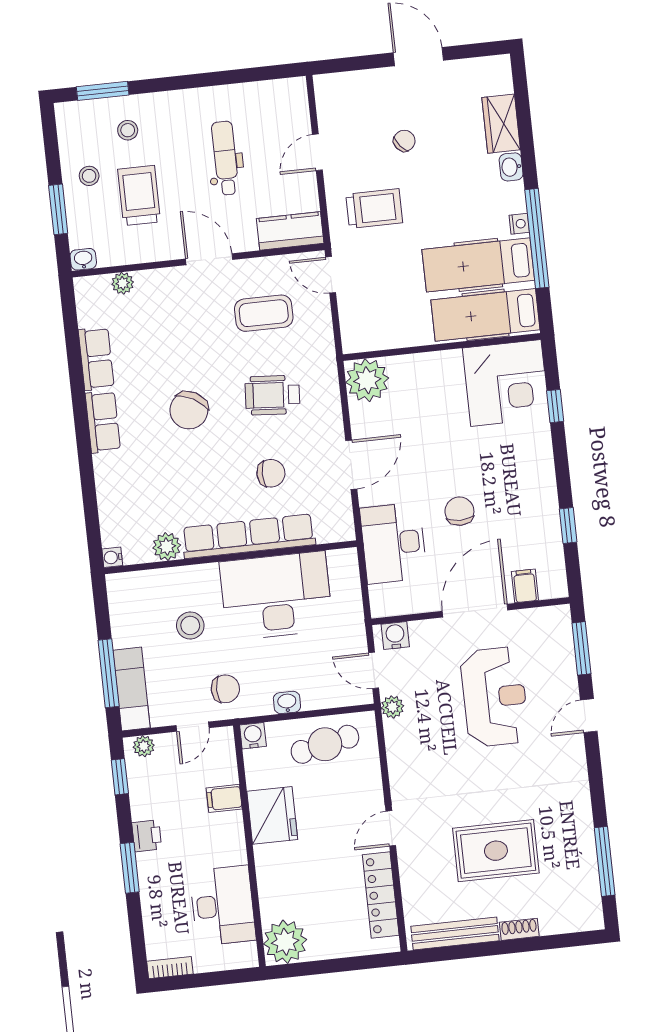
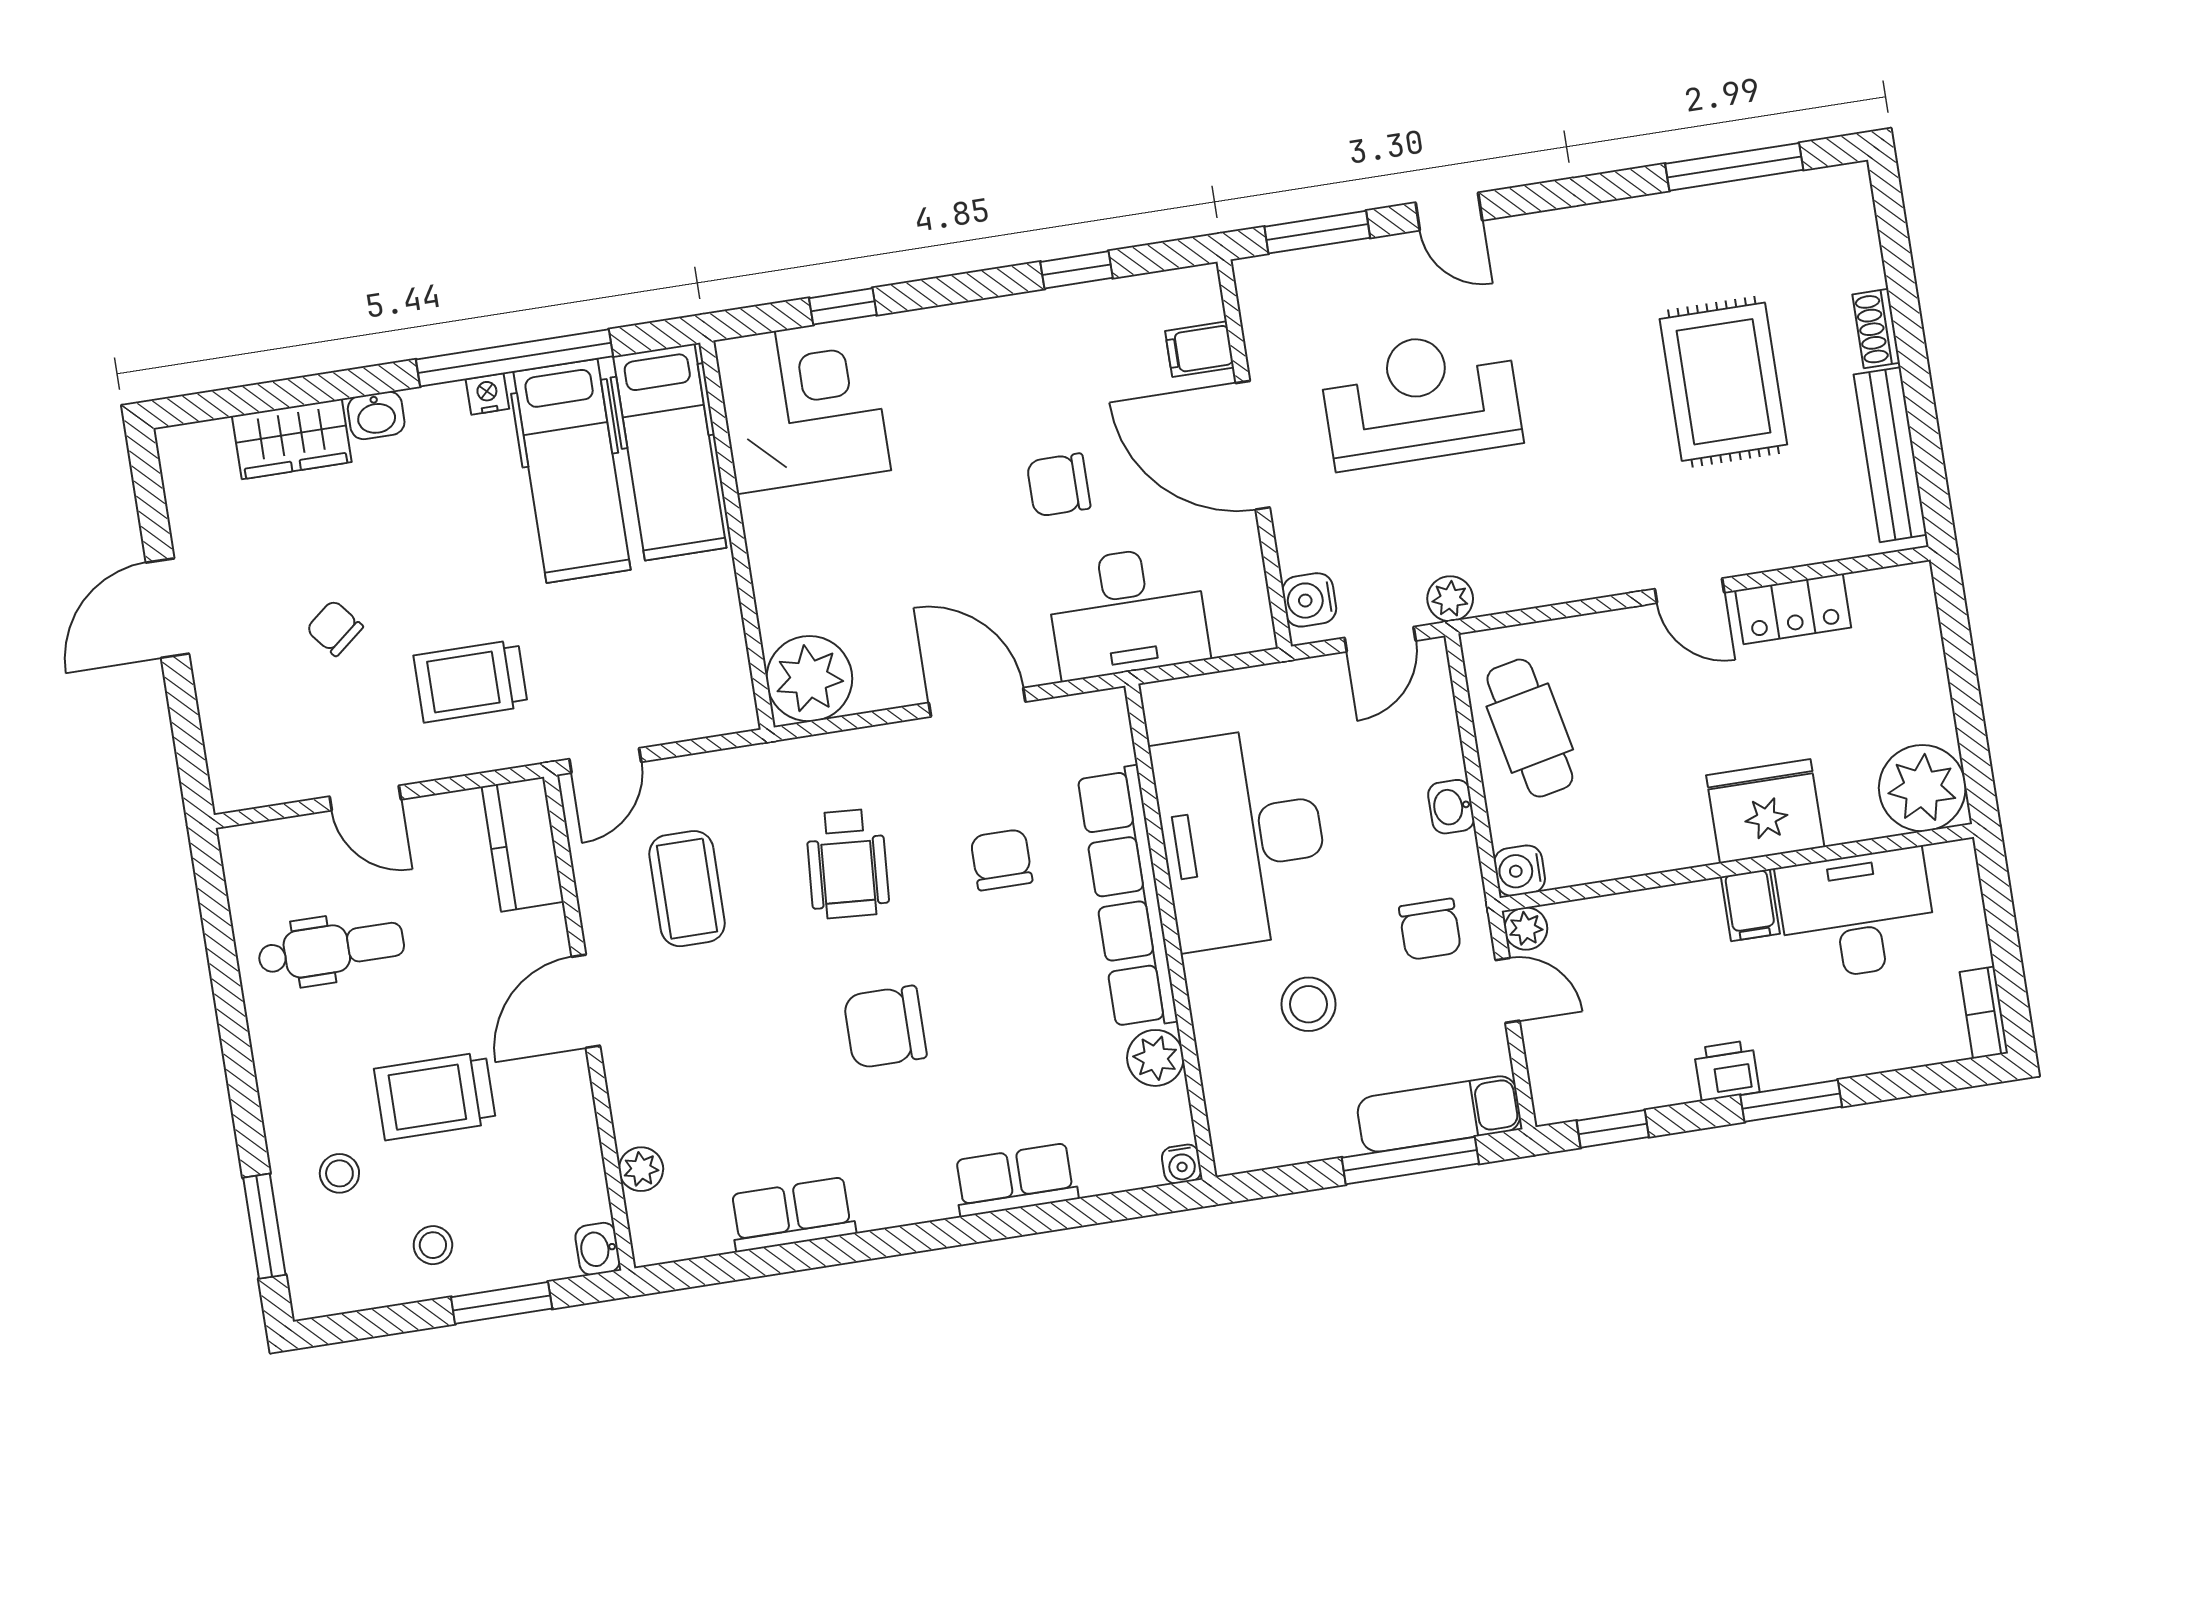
dental chair: (225, 158) -> (331, 949), moved, turned 180
trolley: (139, 195) -> (435, 1096), moved
trolley: (374, 209) -> (471, 681), turned -90
chair: (189, 410) -> (885, 1027), turned 151
row of seats: (103, 422) -> (1015, 1180), moved
chair: (225, 689) -> (1430, 929), turned 180
plant: (144, 746) -> (1526, 929), moved
filing cabinet: (224, 798) -> (1750, 905), moved
fridge: (272, 815) -> (1765, 811), moved
locker: (381, 895) -> (1793, 609), width x0.66

